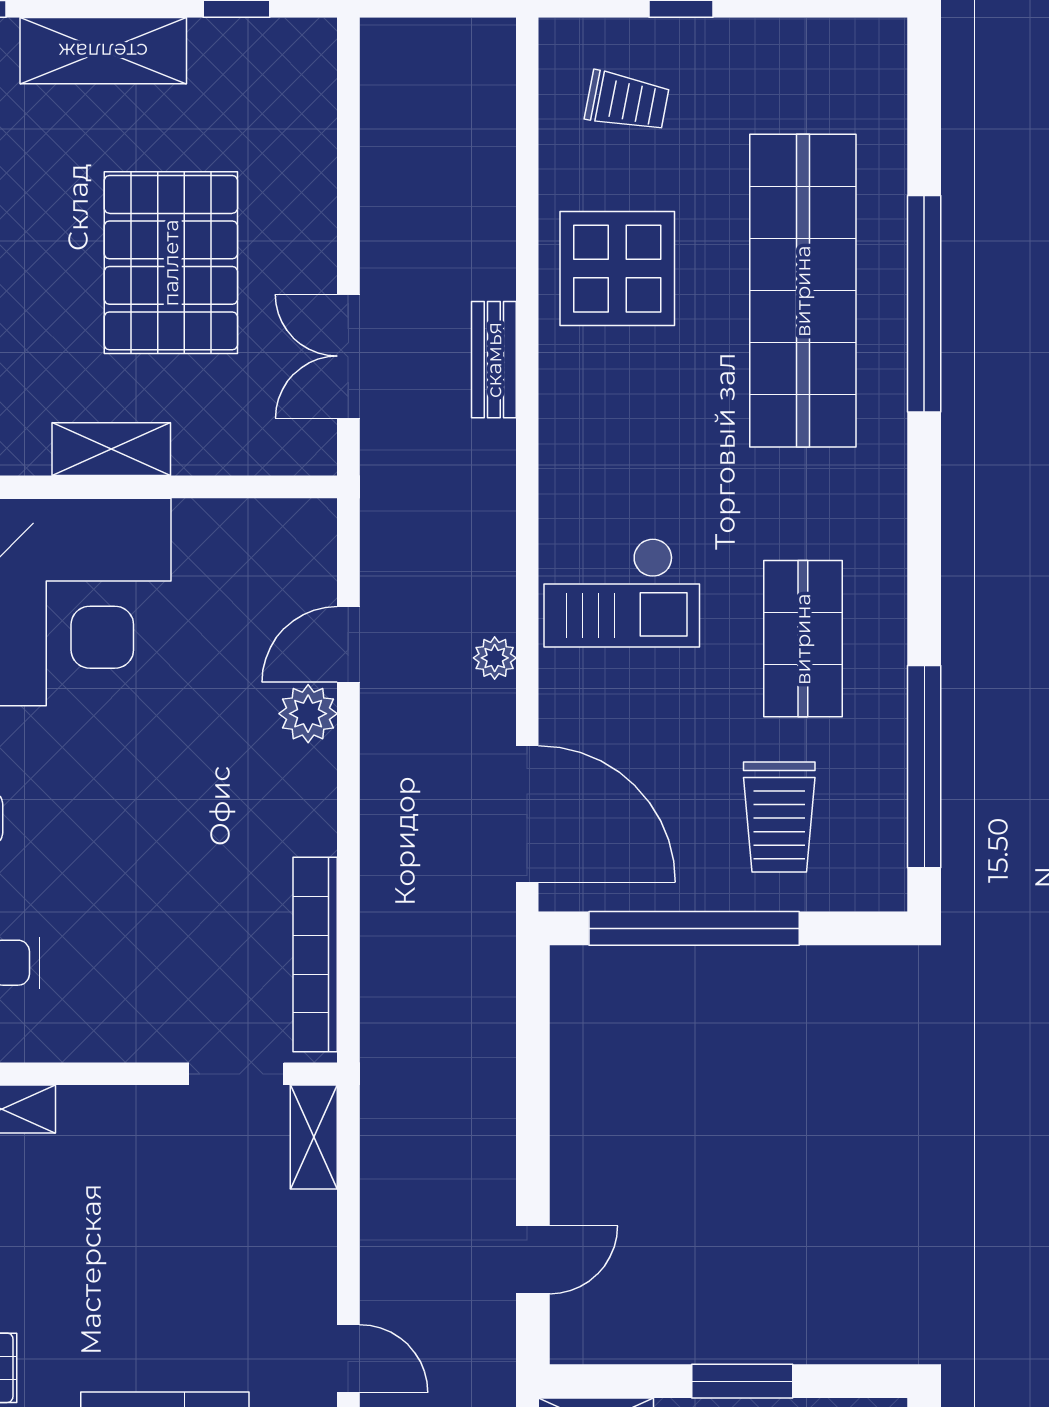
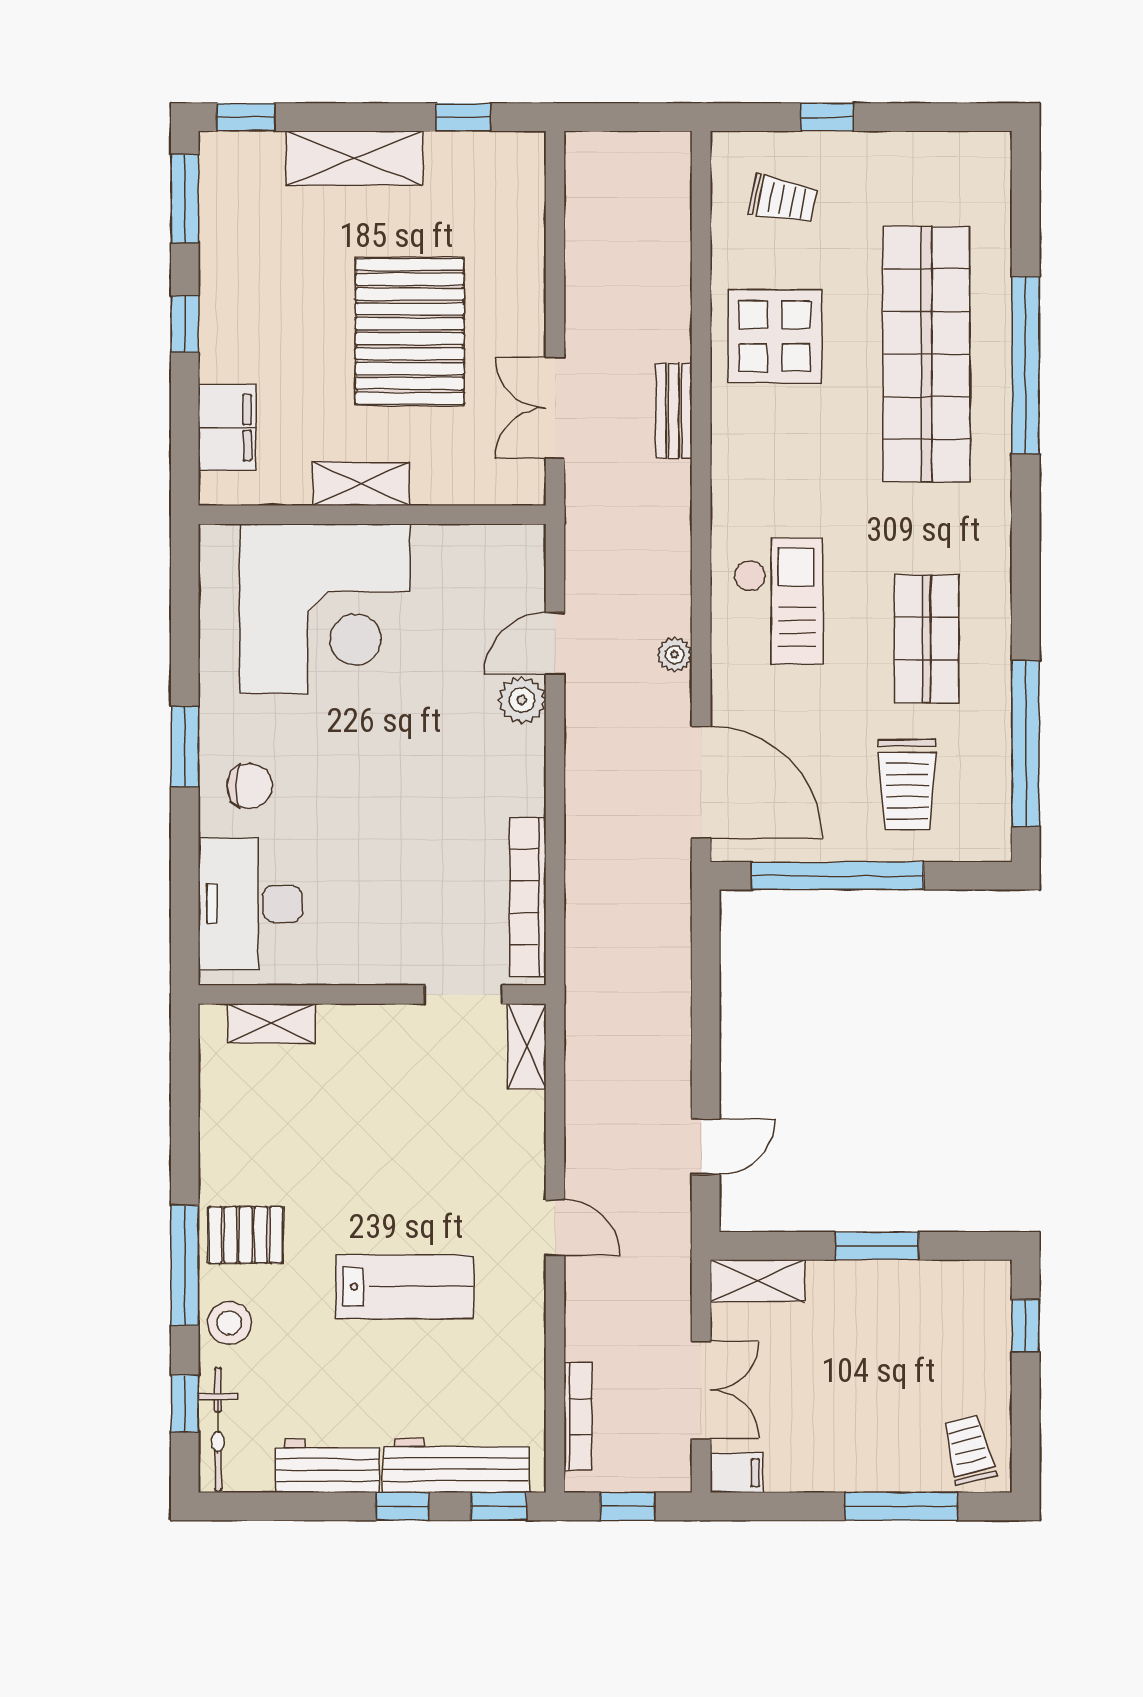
checkout: (622, 593) -> (778, 601), turned -90

